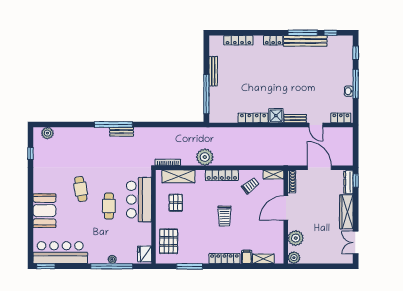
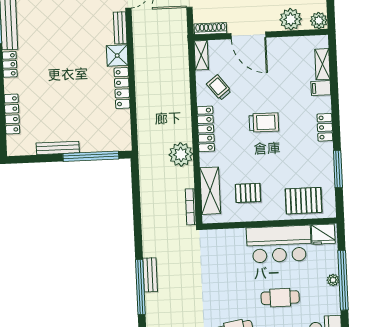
bar counter: (139, 200) -> (279, 244), moved
cafe table: (109, 206) -> (280, 298), moved
locker: (224, 259) -> (325, 127), width x0.66

